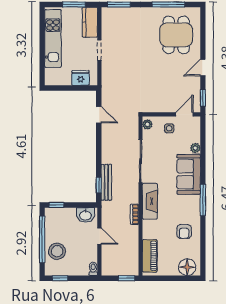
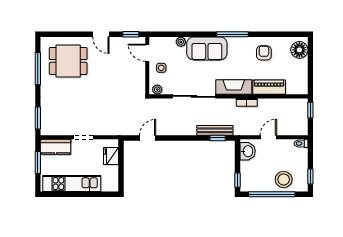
armchair: (184, 232) -> (264, 53), turned -90
piano: (150, 256) -> (269, 87), moved

